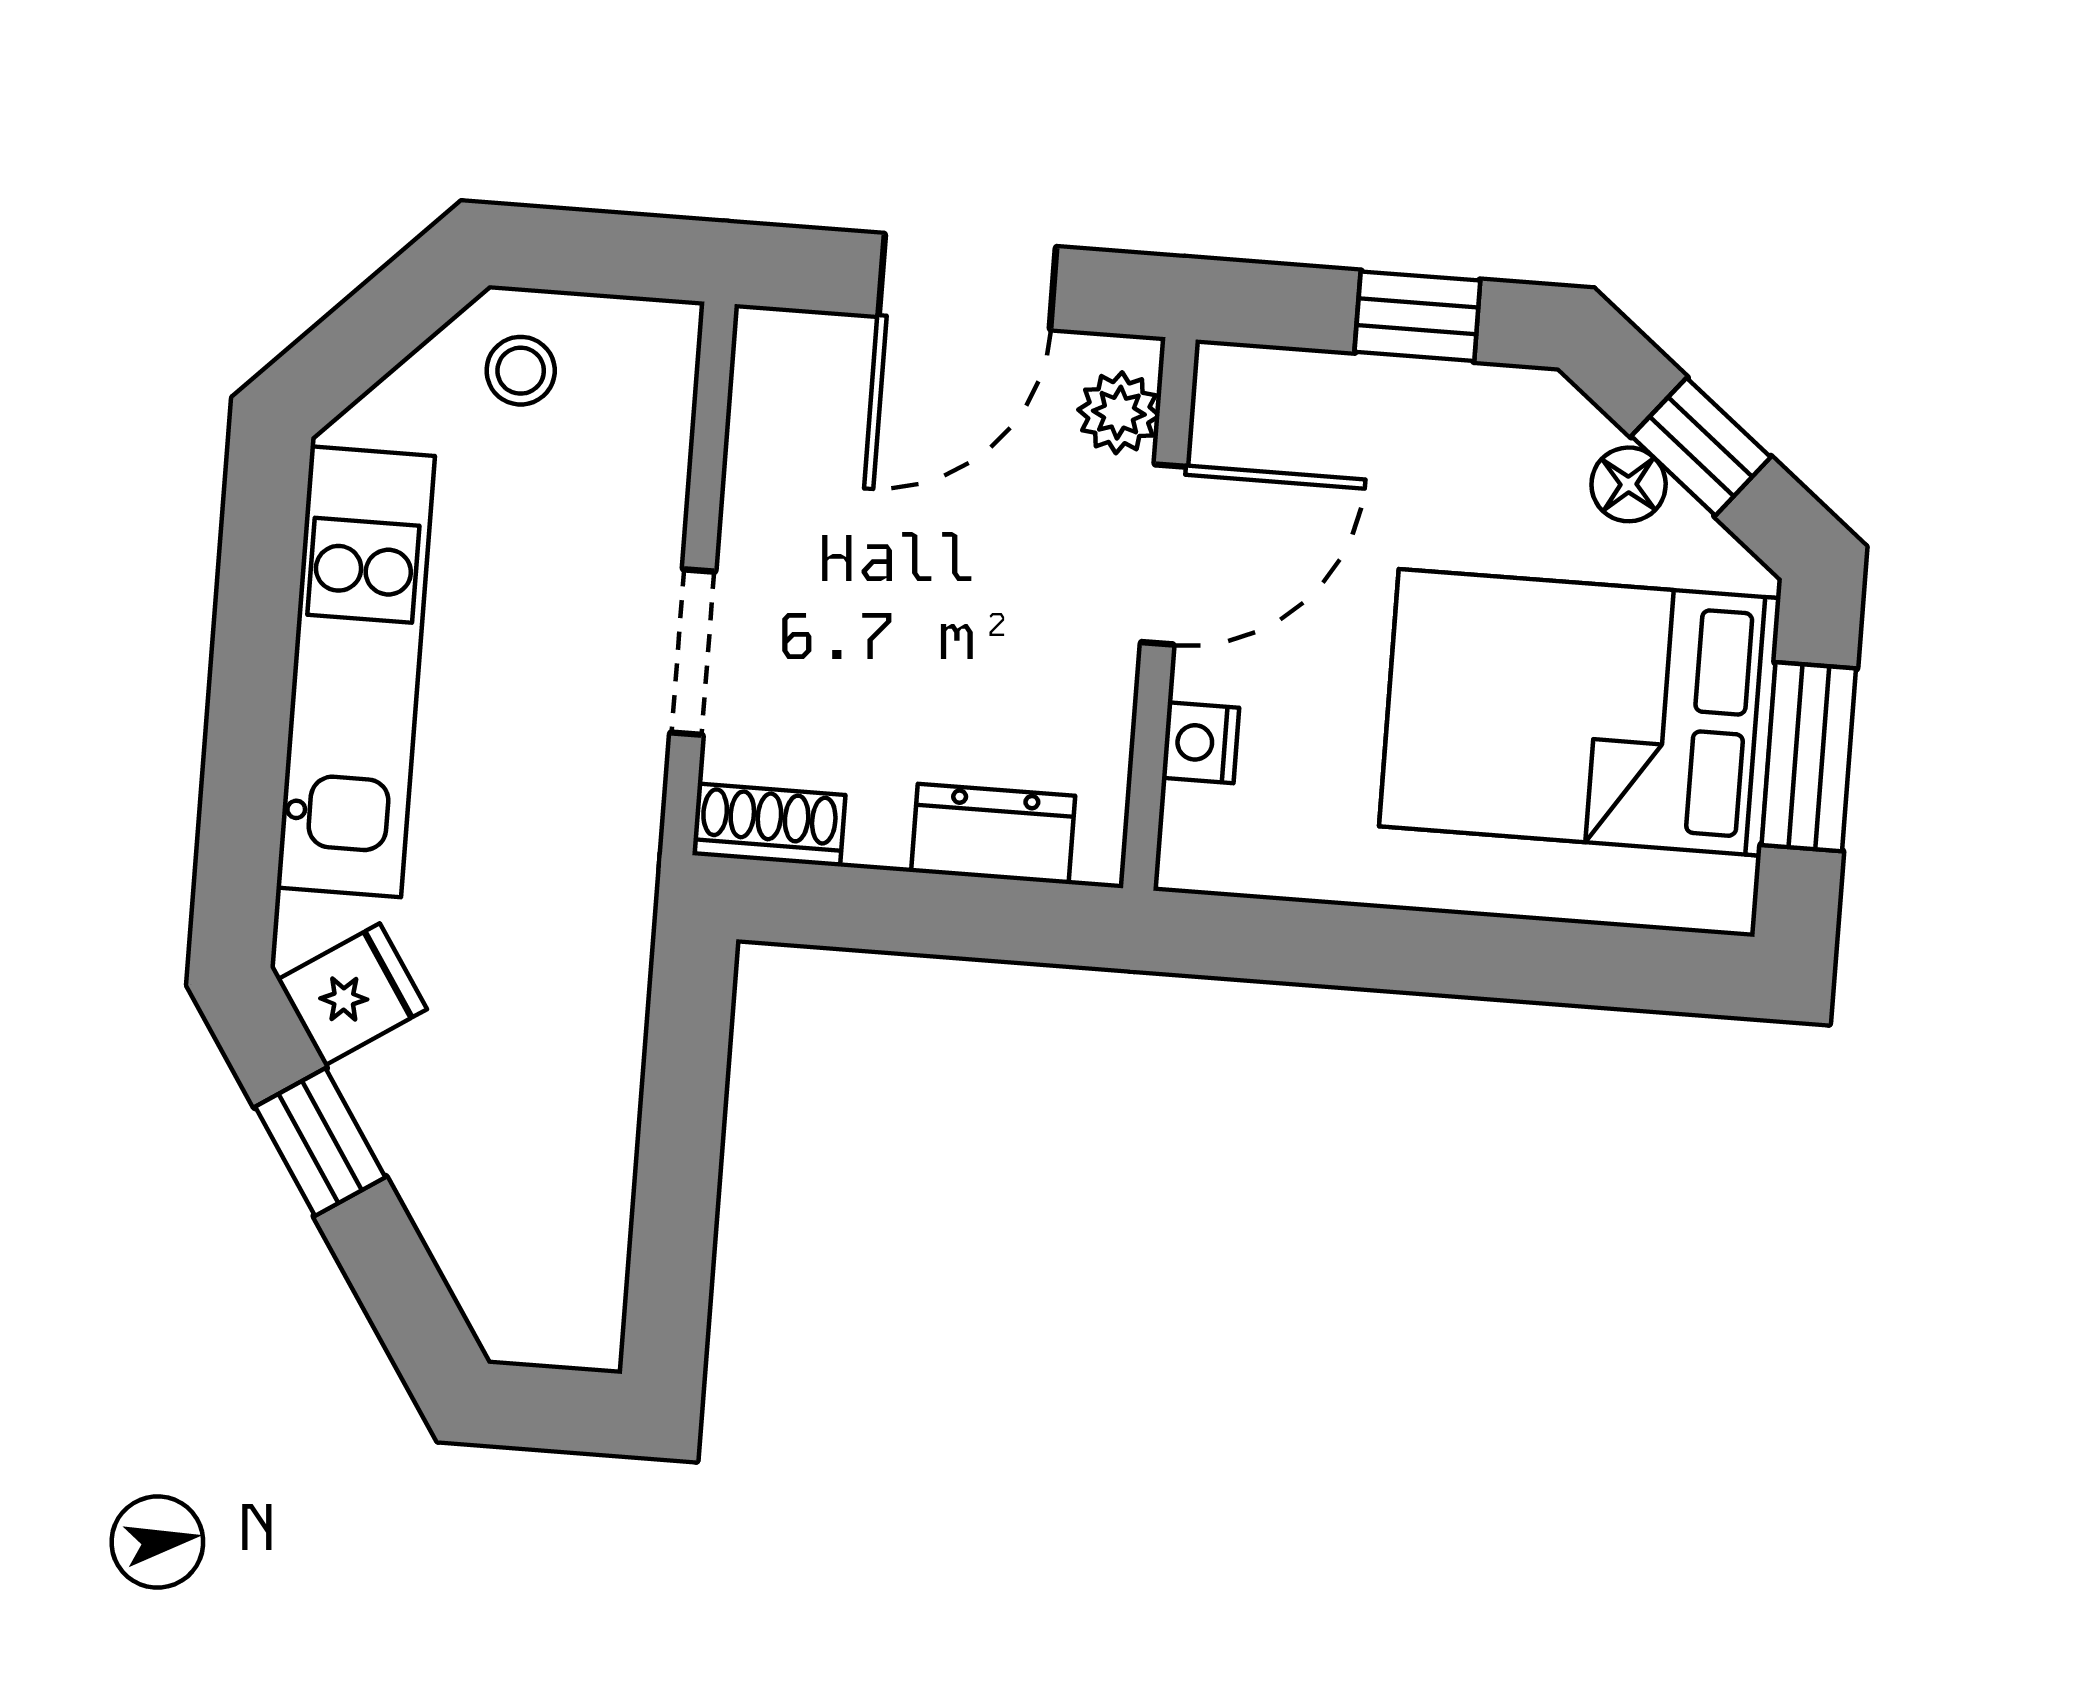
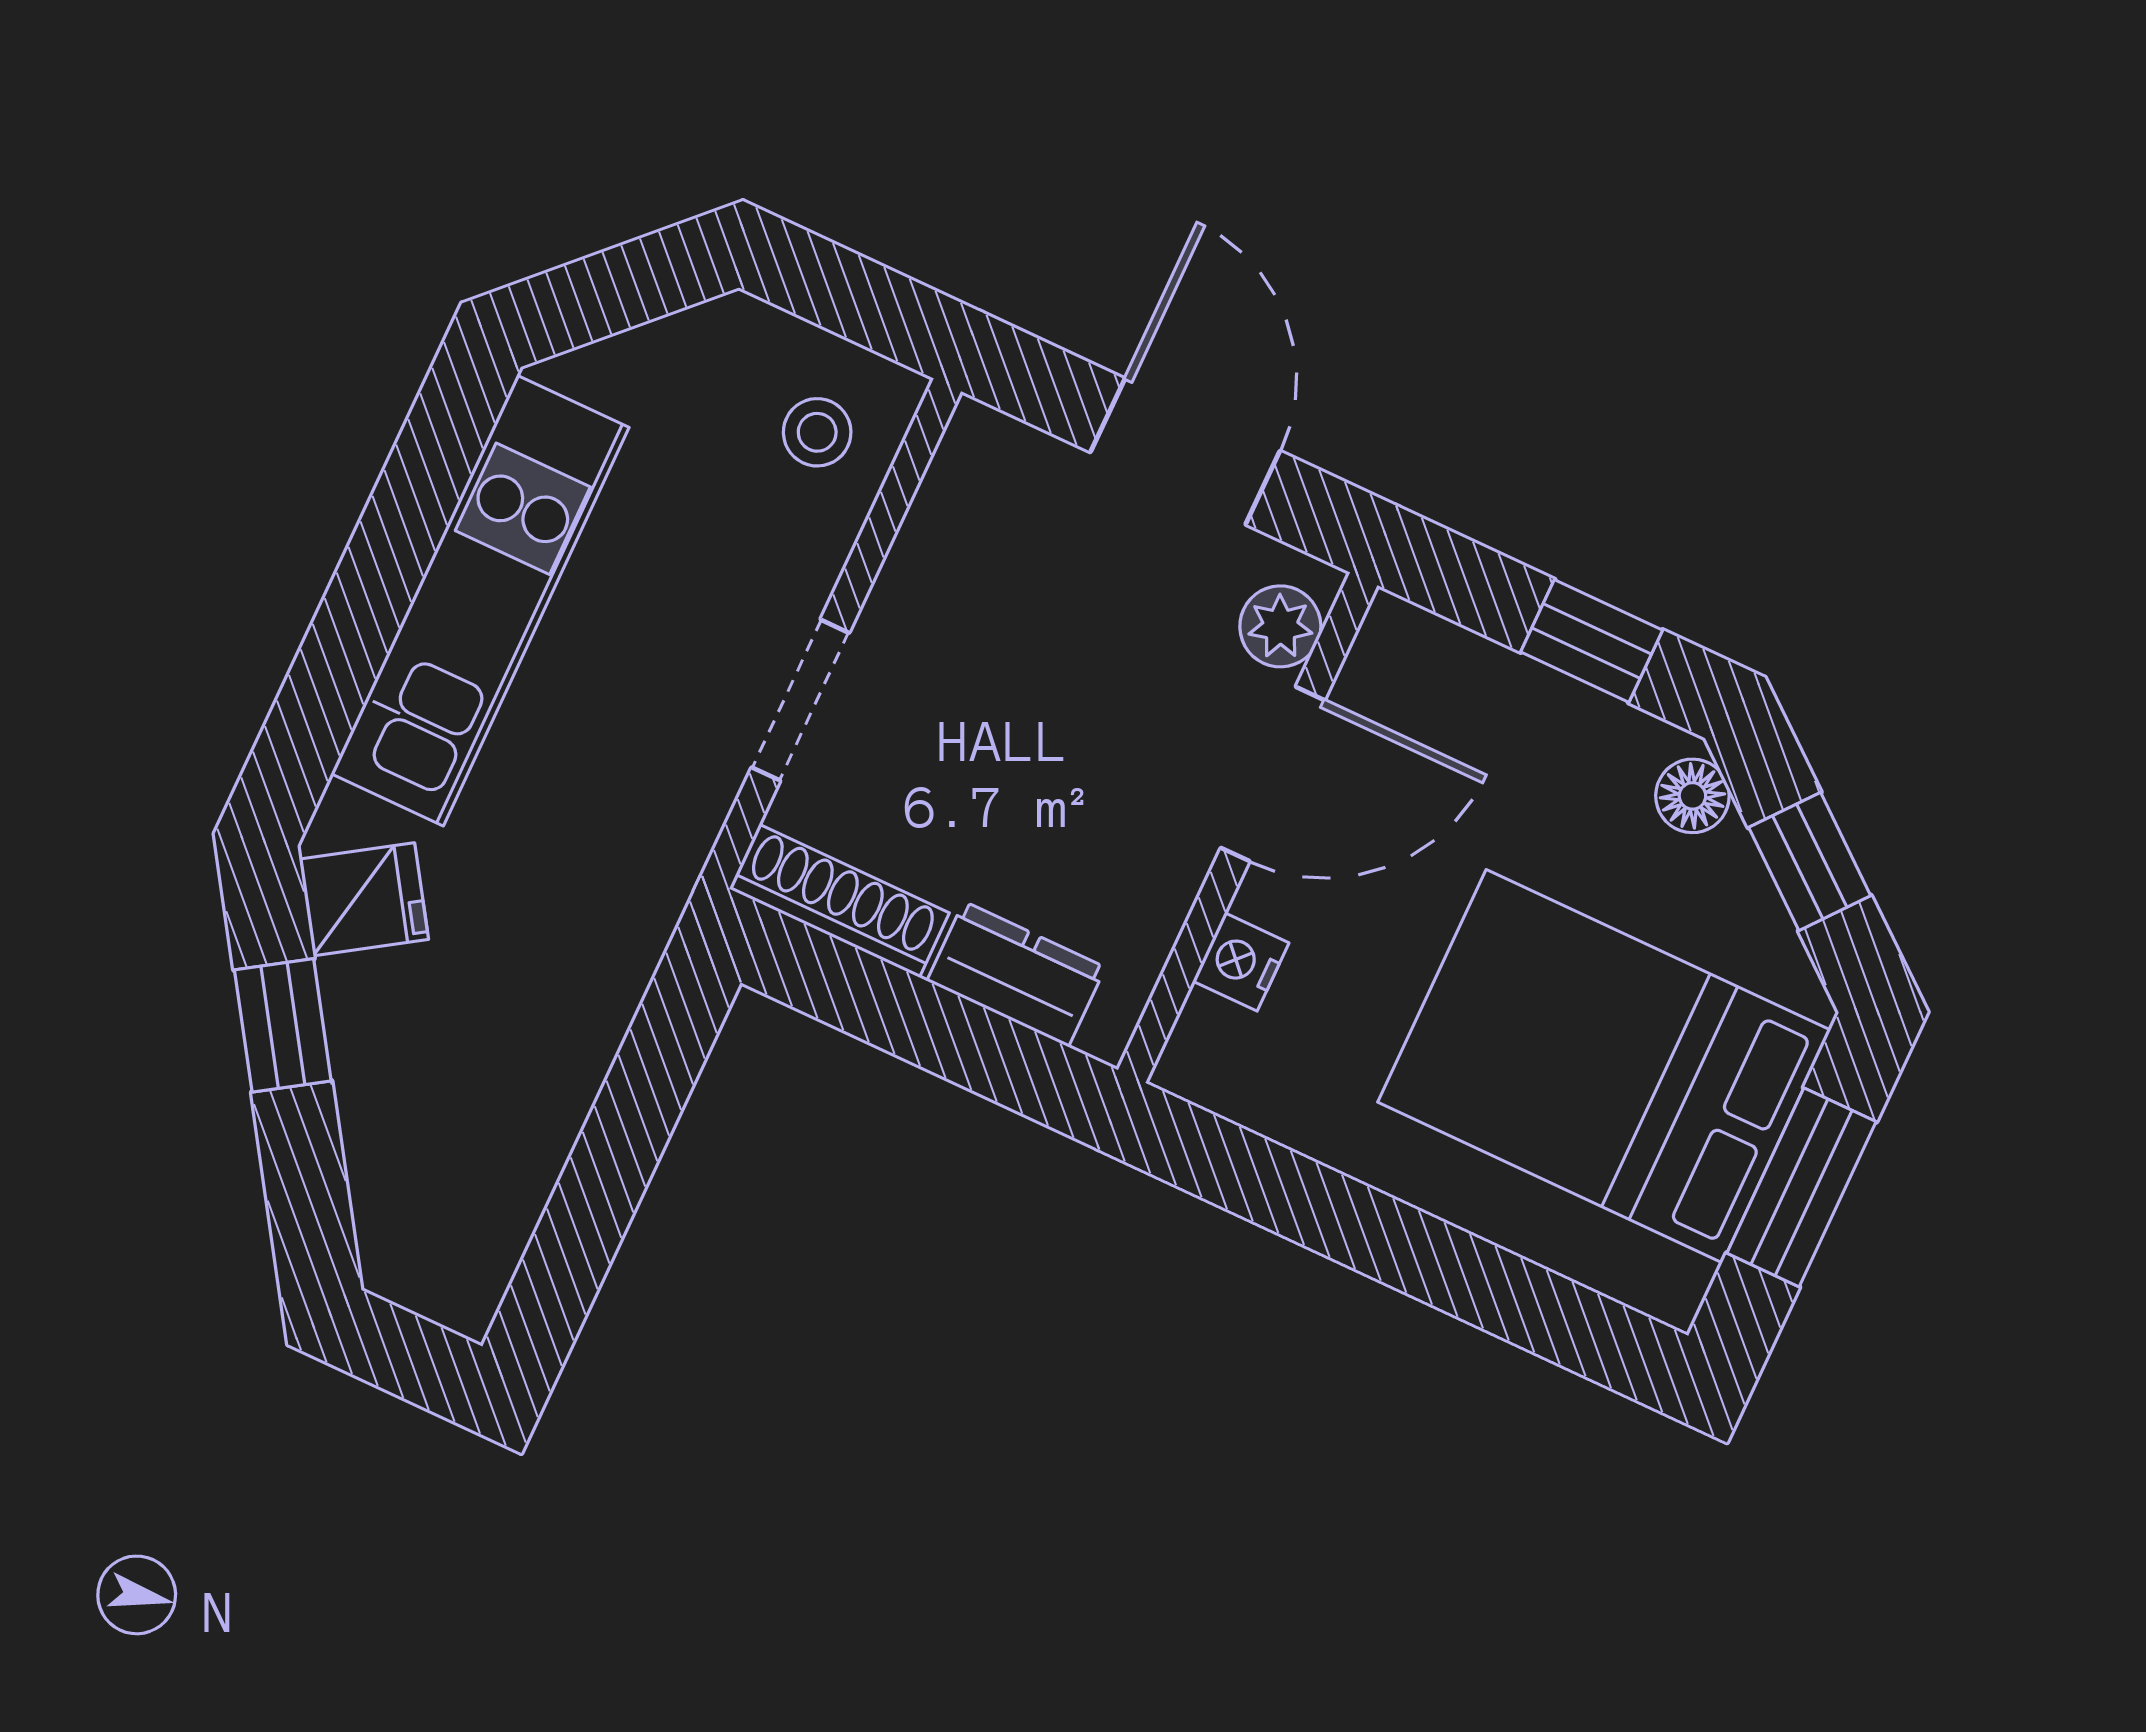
door: (967, 282) -> (1185, 452), swing flipped
stool: (521, 371) -> (817, 432), moved
floor lamp: (1629, 484) -> (1692, 796), moved
shoe rack: (769, 825) -> (839, 901), width x1.43

